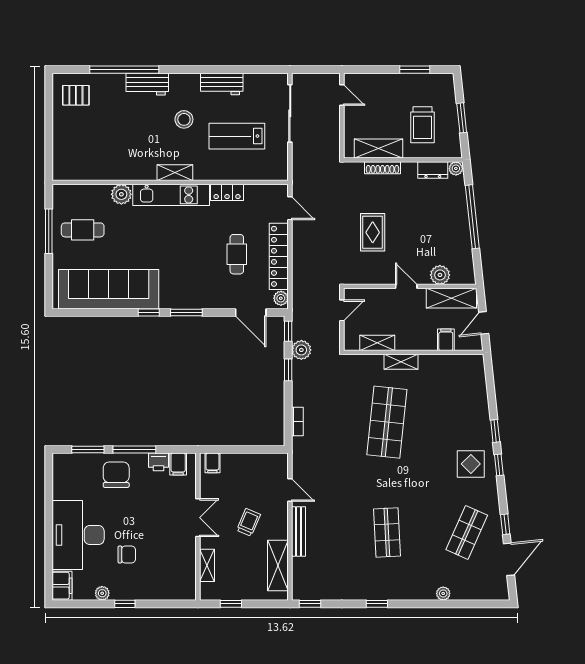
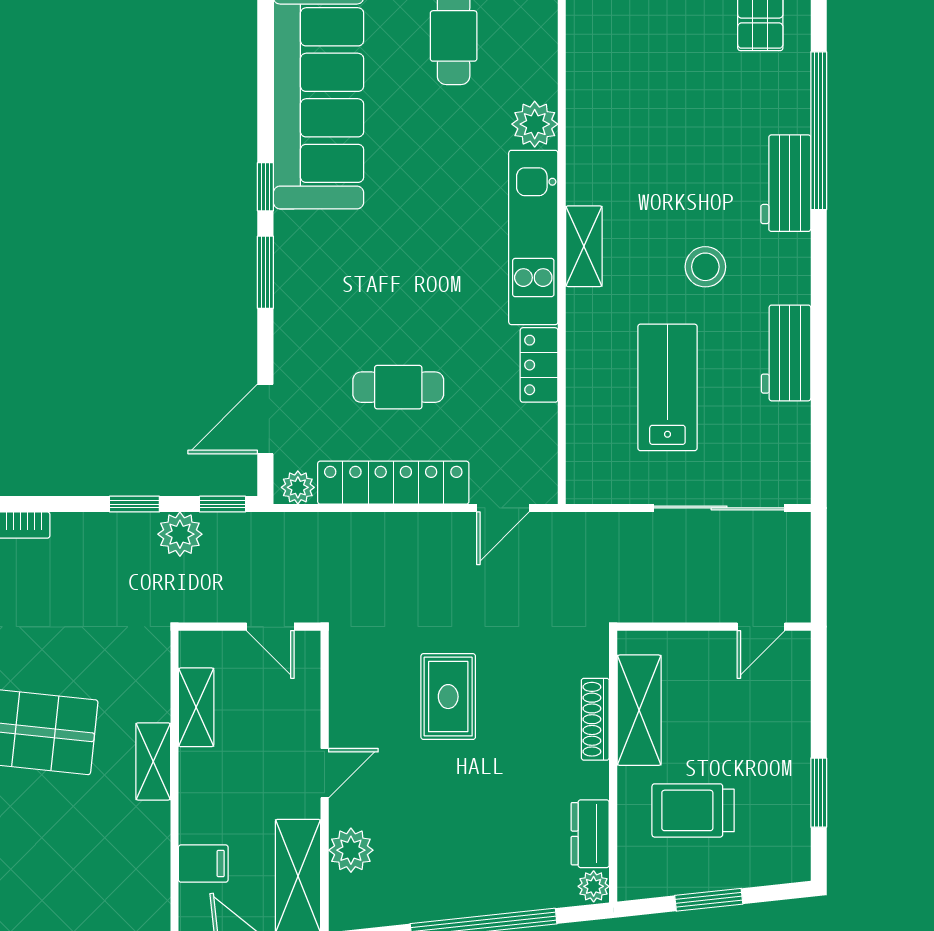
rug: (373, 232) -> (448, 697), turned 90

